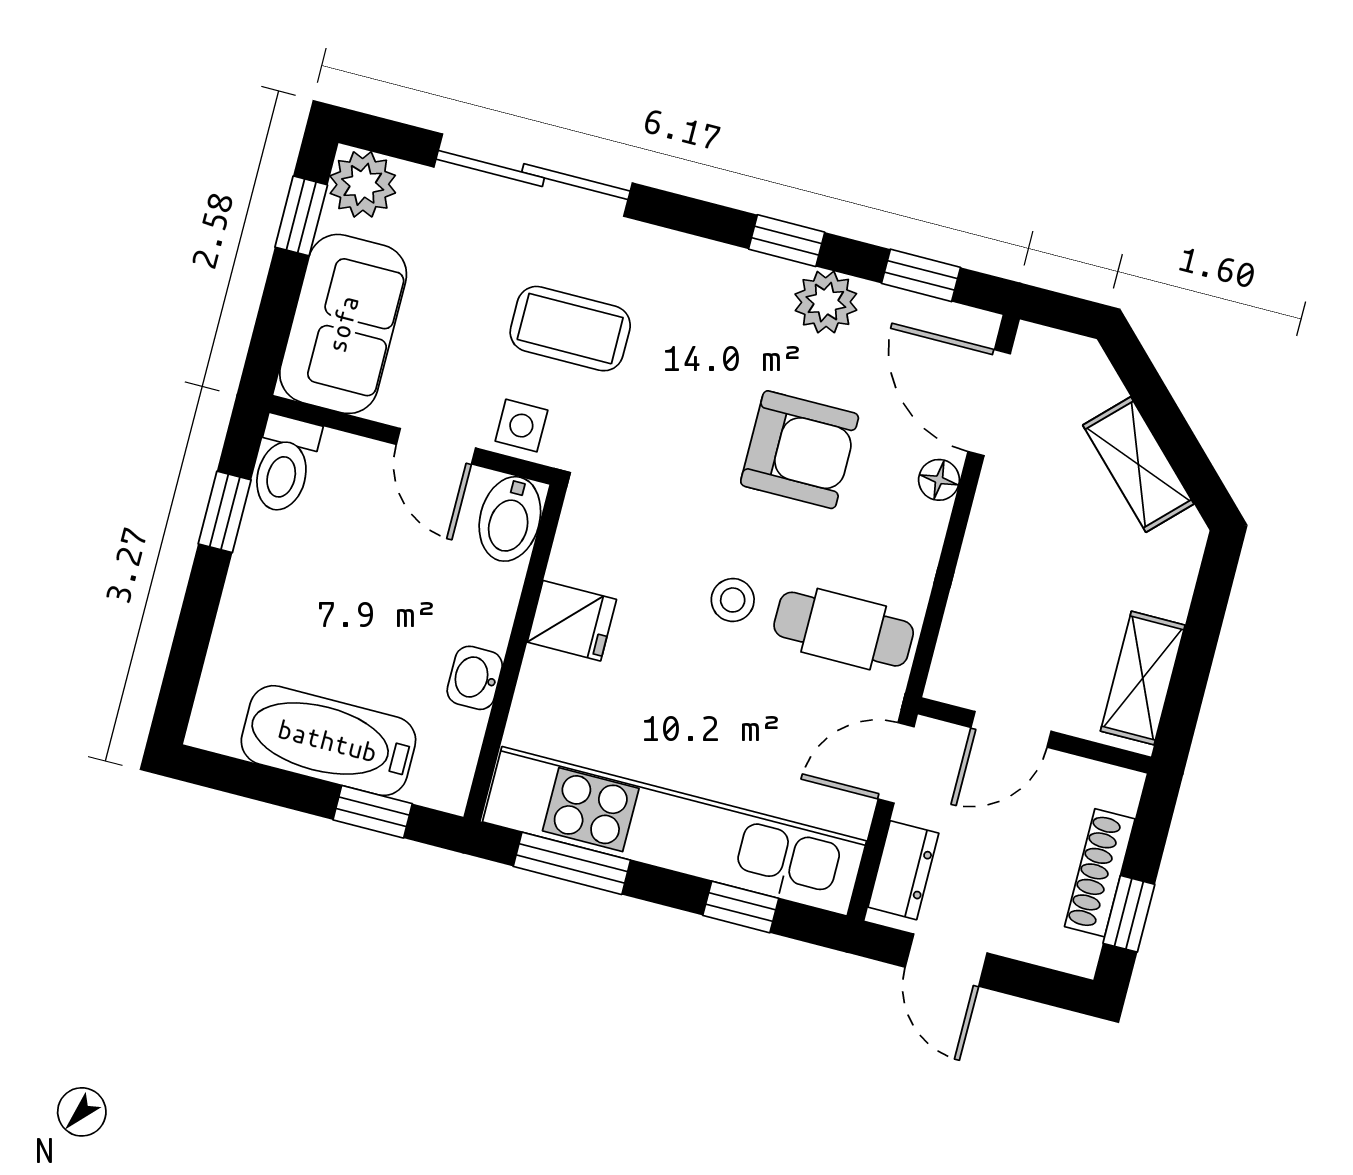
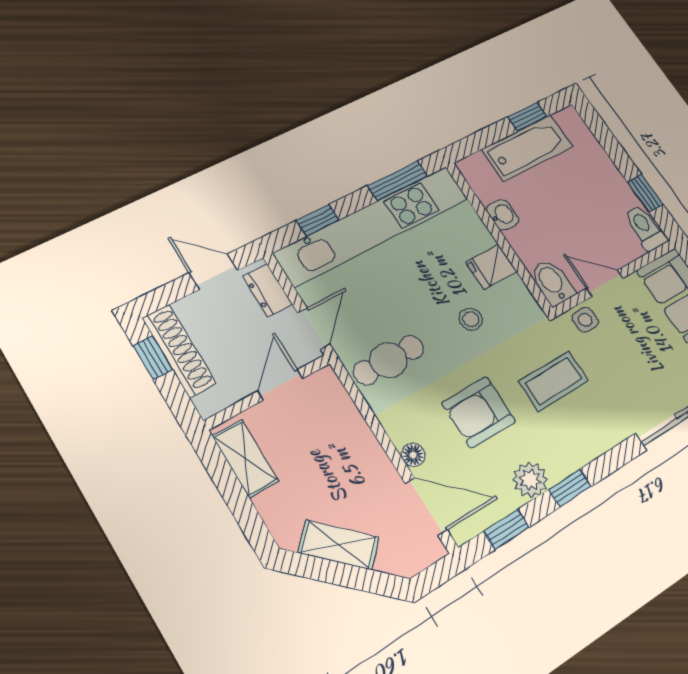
coffee table: (570, 329) -> (554, 381), moved
stool: (733, 600) -> (471, 319), moved
window: (373, 812) -> (527, 117), moved
shoe rack: (1100, 873) -> (179, 351), width x1.36, depth x1.24

